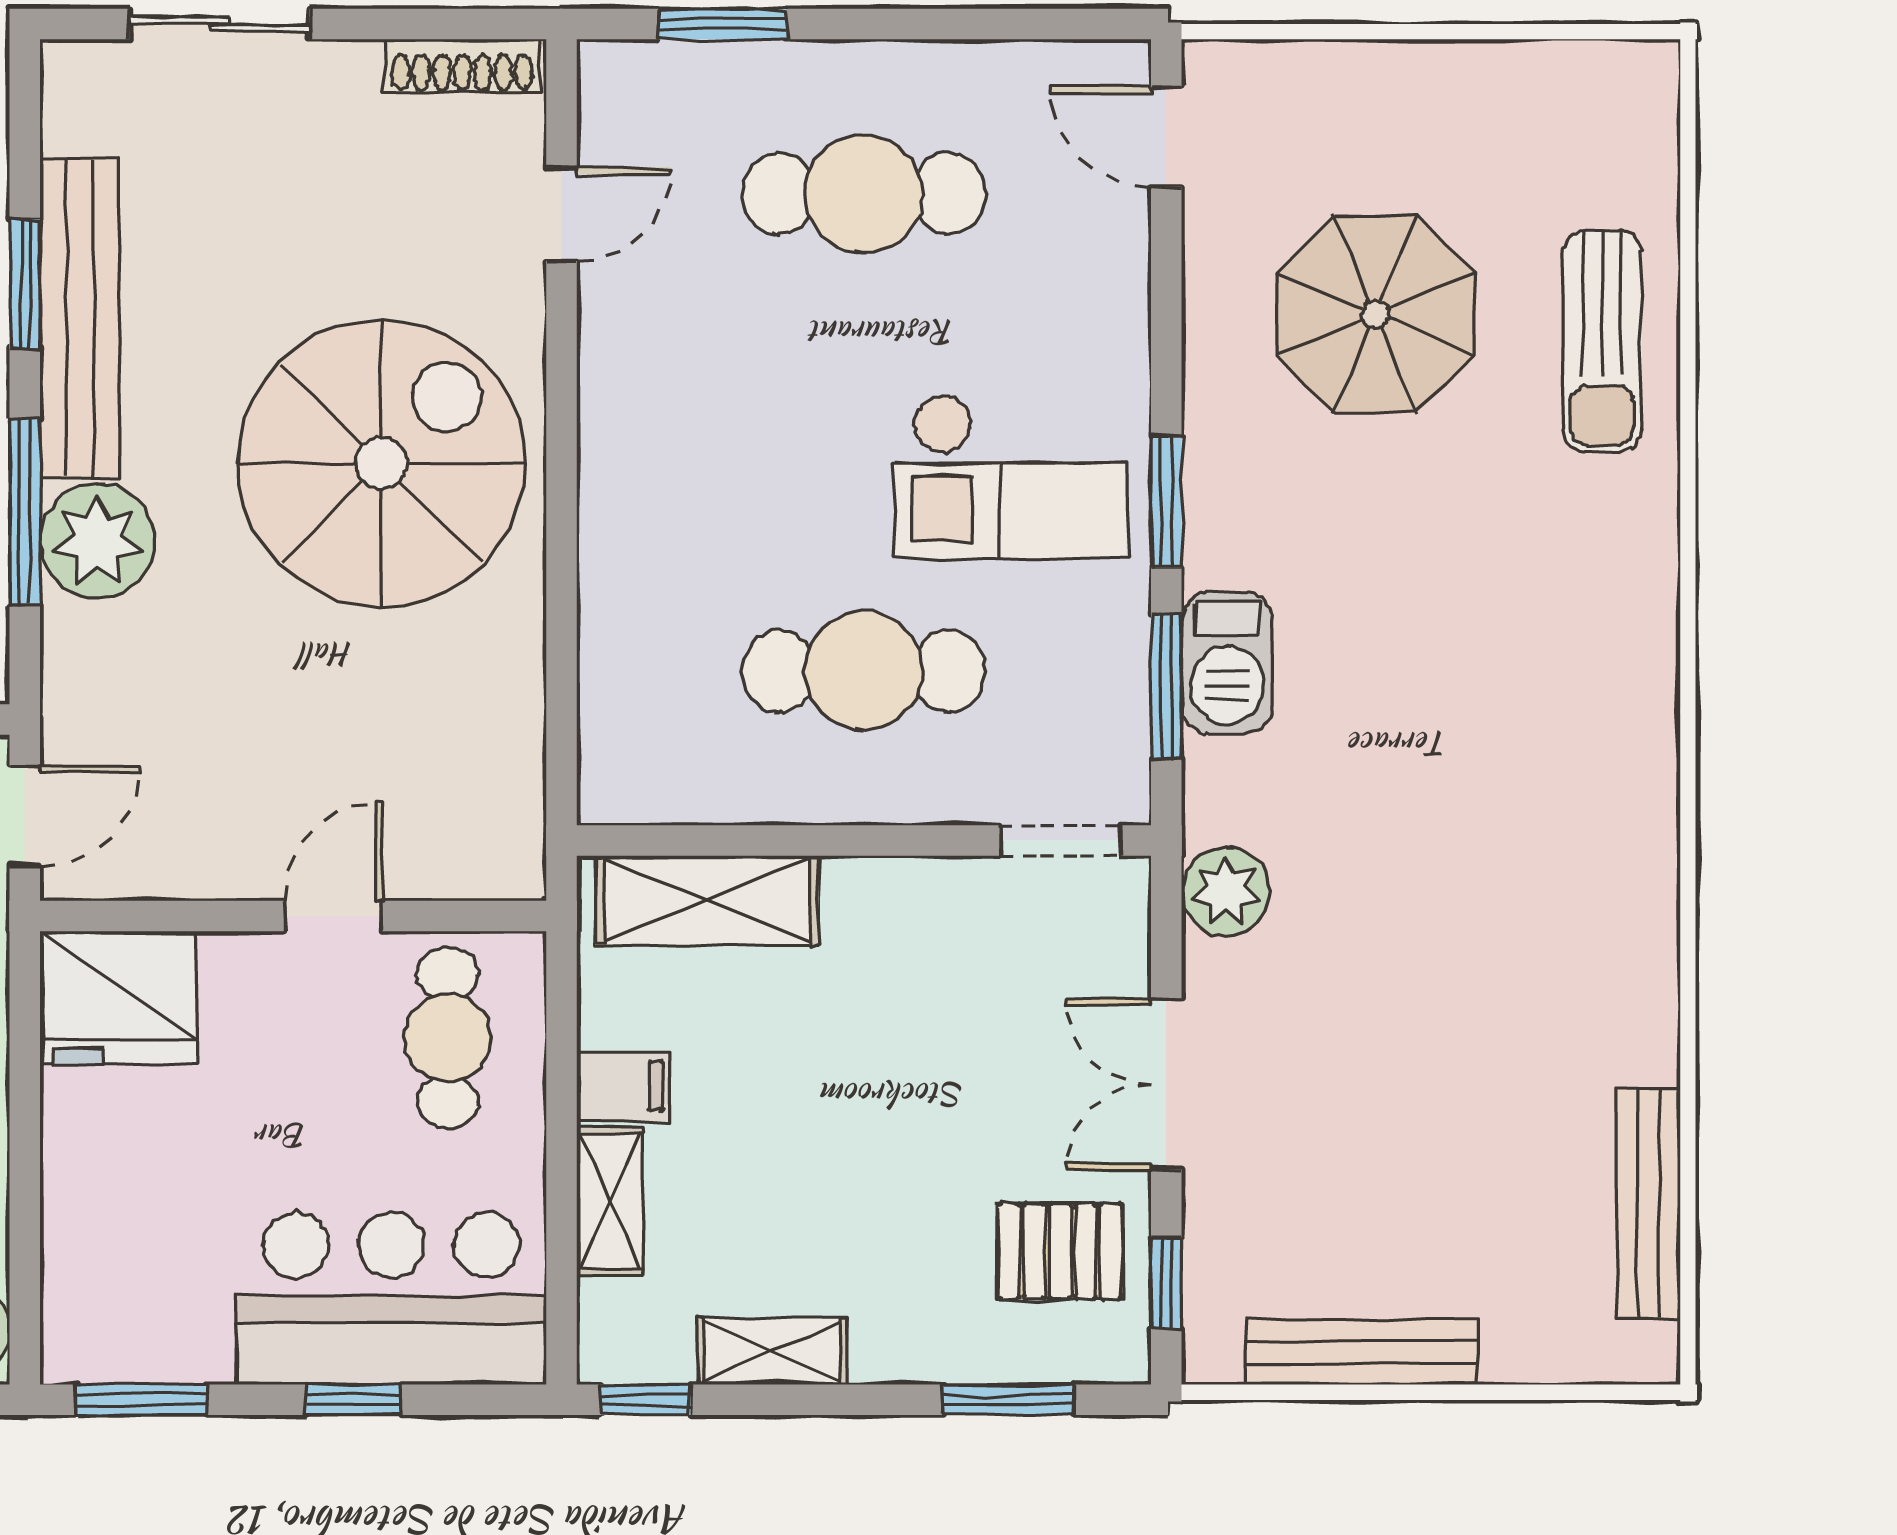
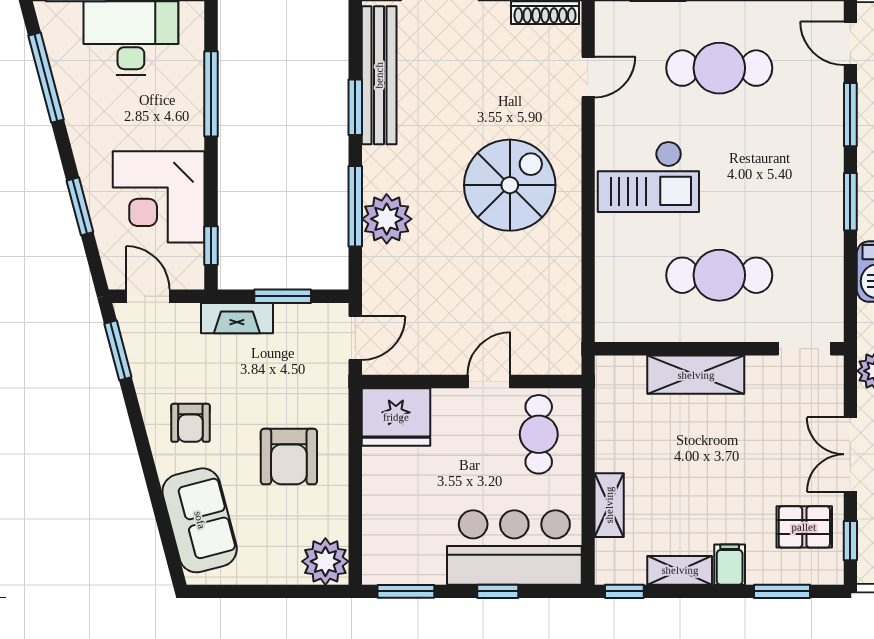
bench: (80, 318) -> (379, 75), moved
spiral stairs: (381, 463) -> (510, 185), width x0.73, depth x0.73
checkout: (1010, 476) -> (648, 177), moved
window: (1166, 686) -> (850, 115), moved
shelving: (707, 900) -> (696, 375), moved
filing cabinet: (623, 1086) -> (730, 565), moved, turned -90

